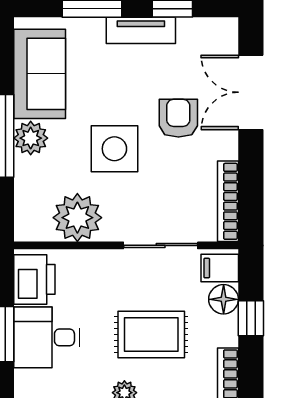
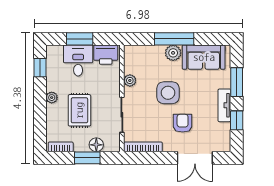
double door: (251, 92) -> (195, 158), swing flipped
armchair: (178, 118) -> (183, 123), turned -90
plant: (77, 218) -> (130, 80), width x0.53, depth x0.53
filing cabinet: (220, 268) -> (111, 143), removed
window: (251, 318) -> (87, 158), width x1.50

